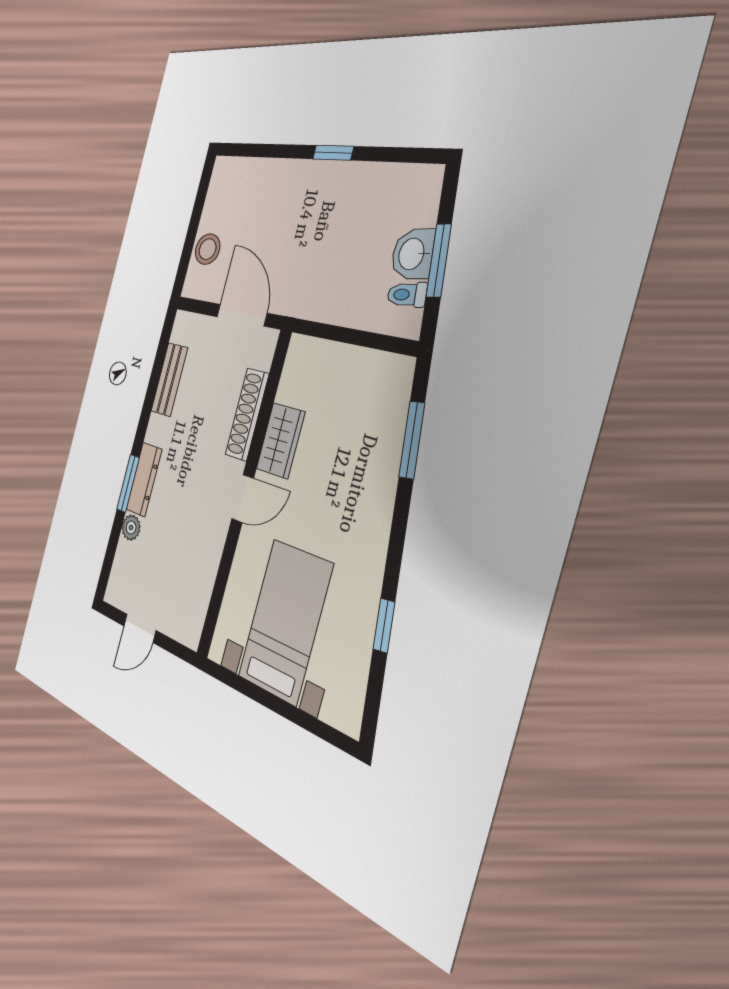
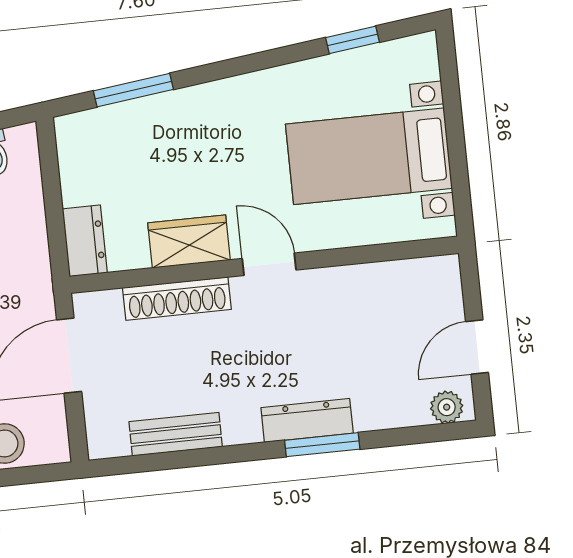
dresser: (312, 354) -> (85, 241), added
plant: (131, 528) -> (447, 407), moved
window: (384, 626) -> (353, 40), moved
door: (140, 628) -> (477, 347), swing flipped

